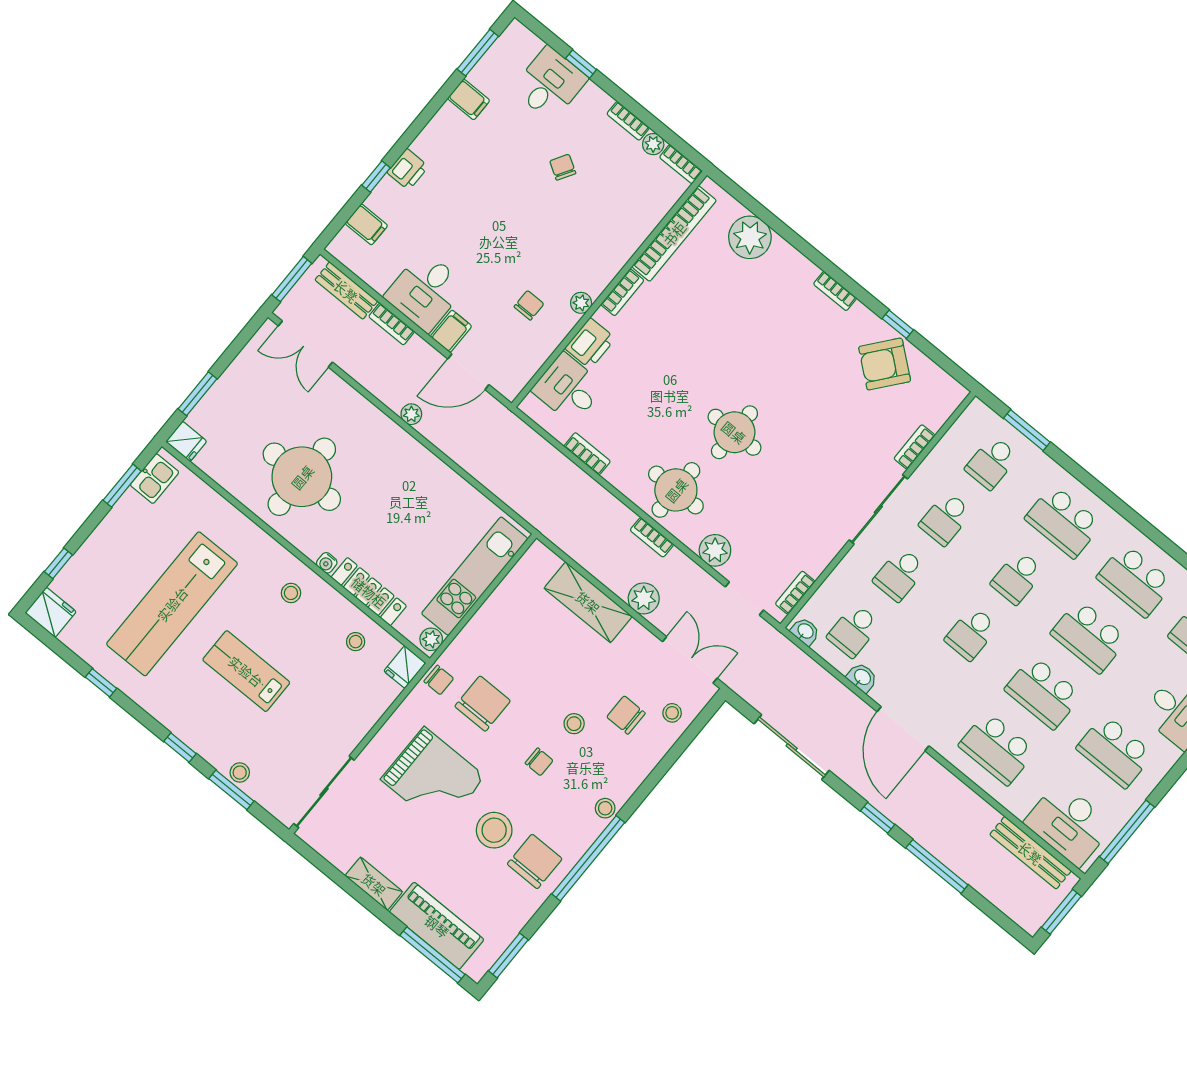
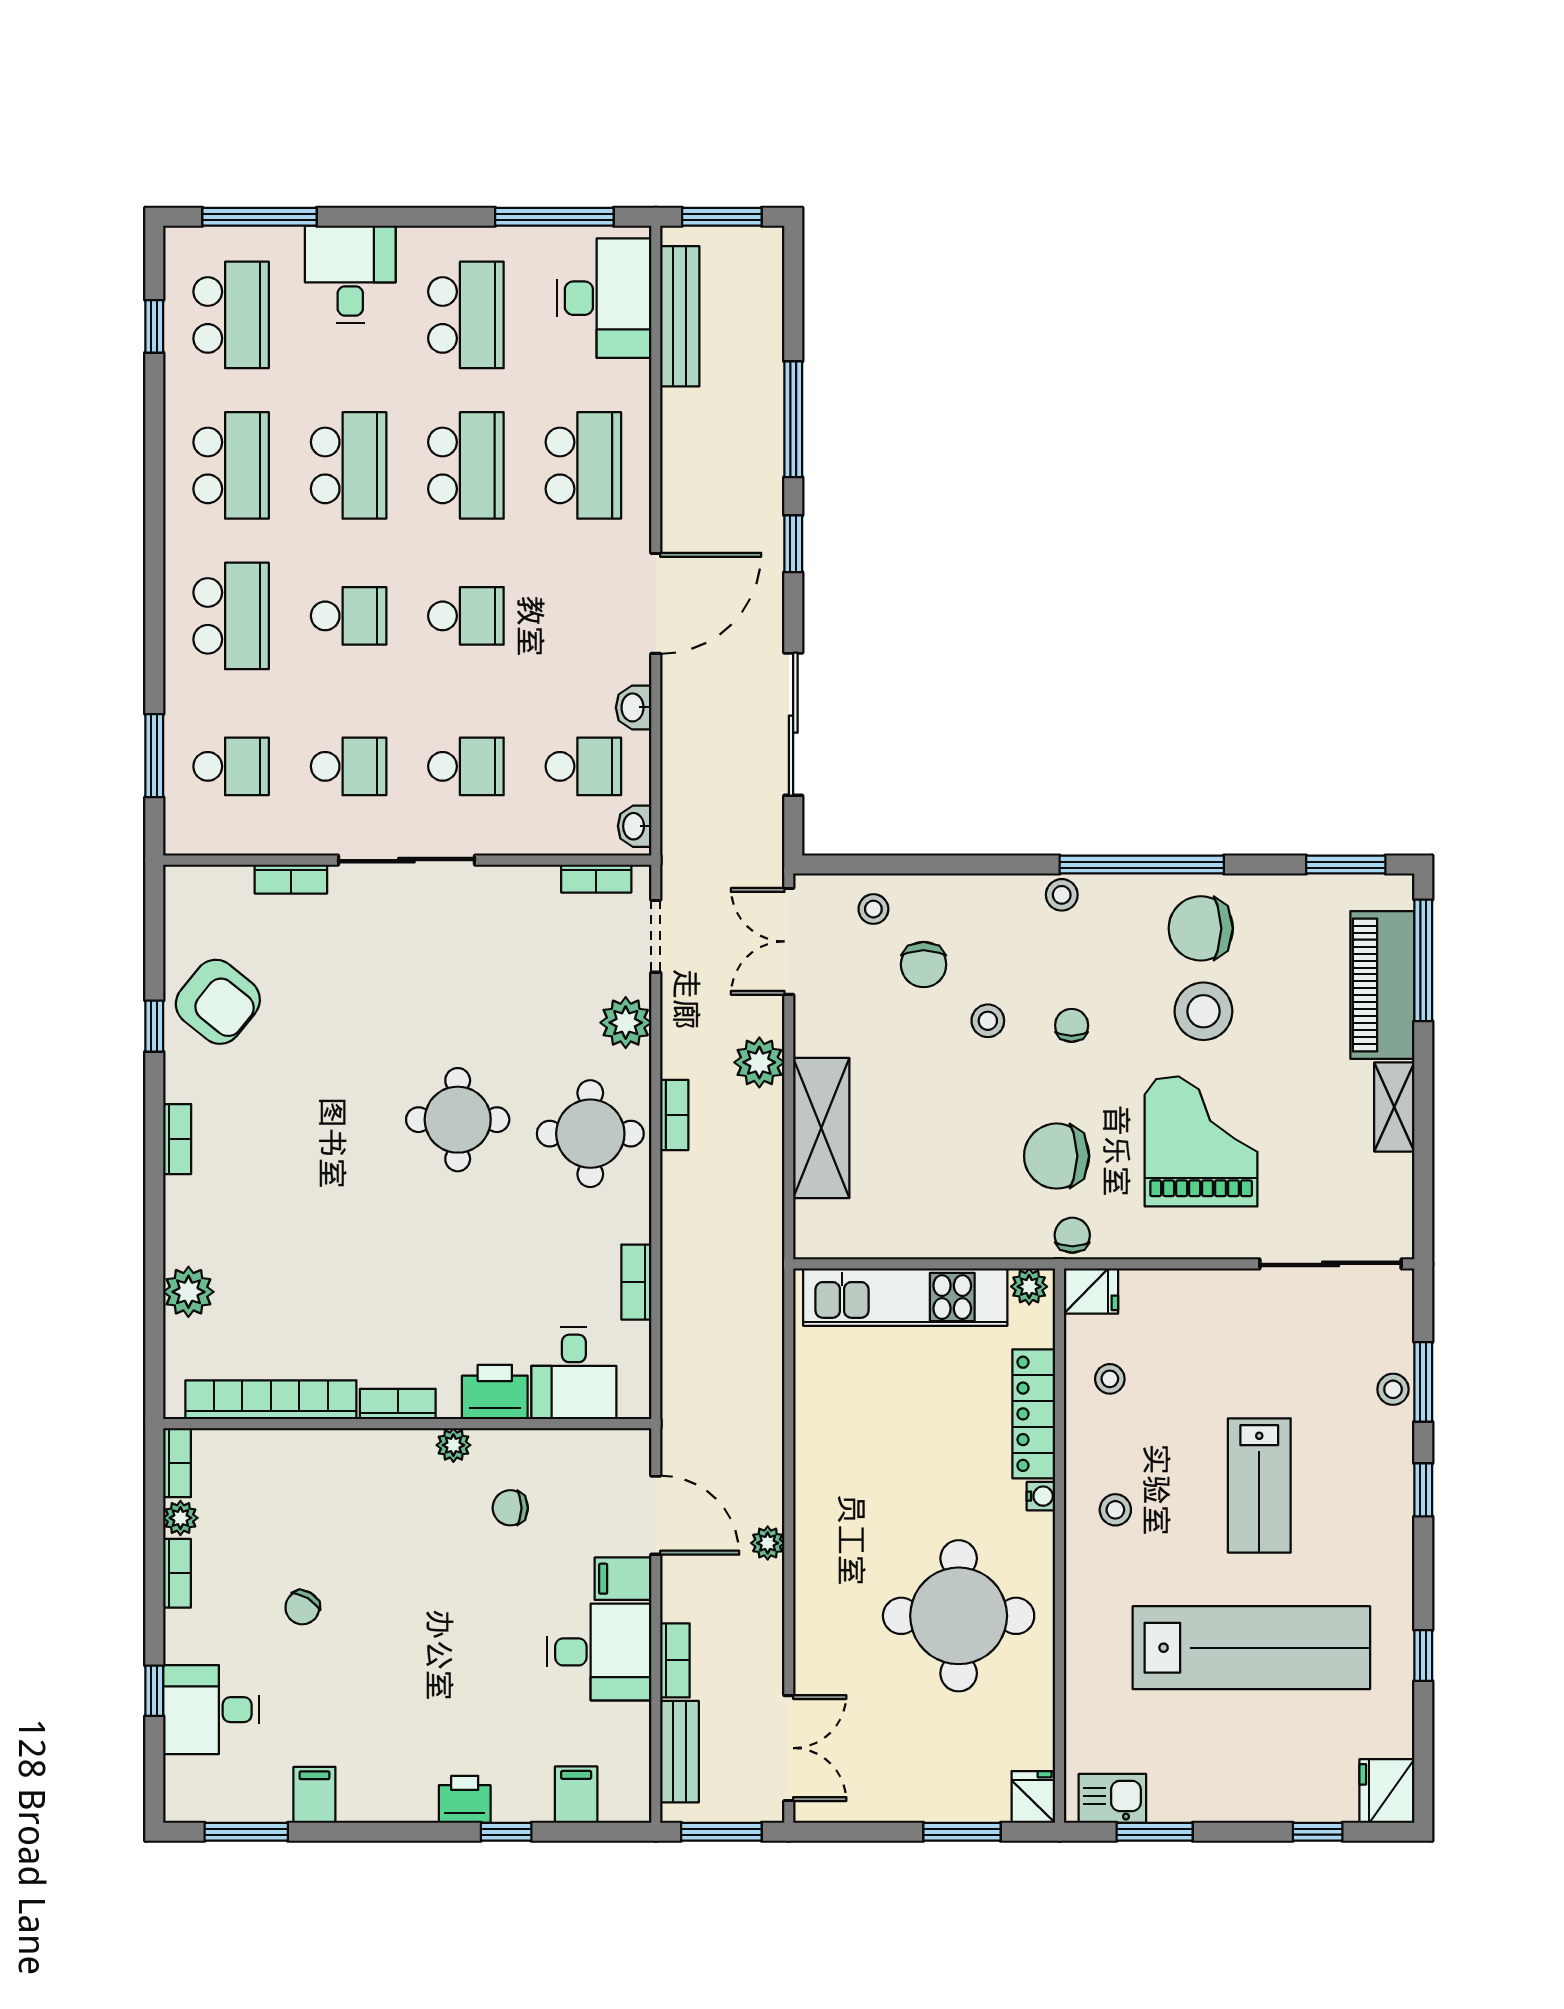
plant: (750, 237) -> (188, 1292), width x0.73, depth x0.73

